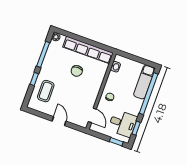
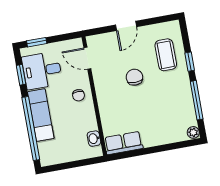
row of seats: (88, 50) -> (123, 143), width x0.50
chair: (77, 71) -> (134, 77), moved
exam couch: (144, 82) -> (41, 115), moved
door: (59, 121) -> (126, 26), hinge flipped

